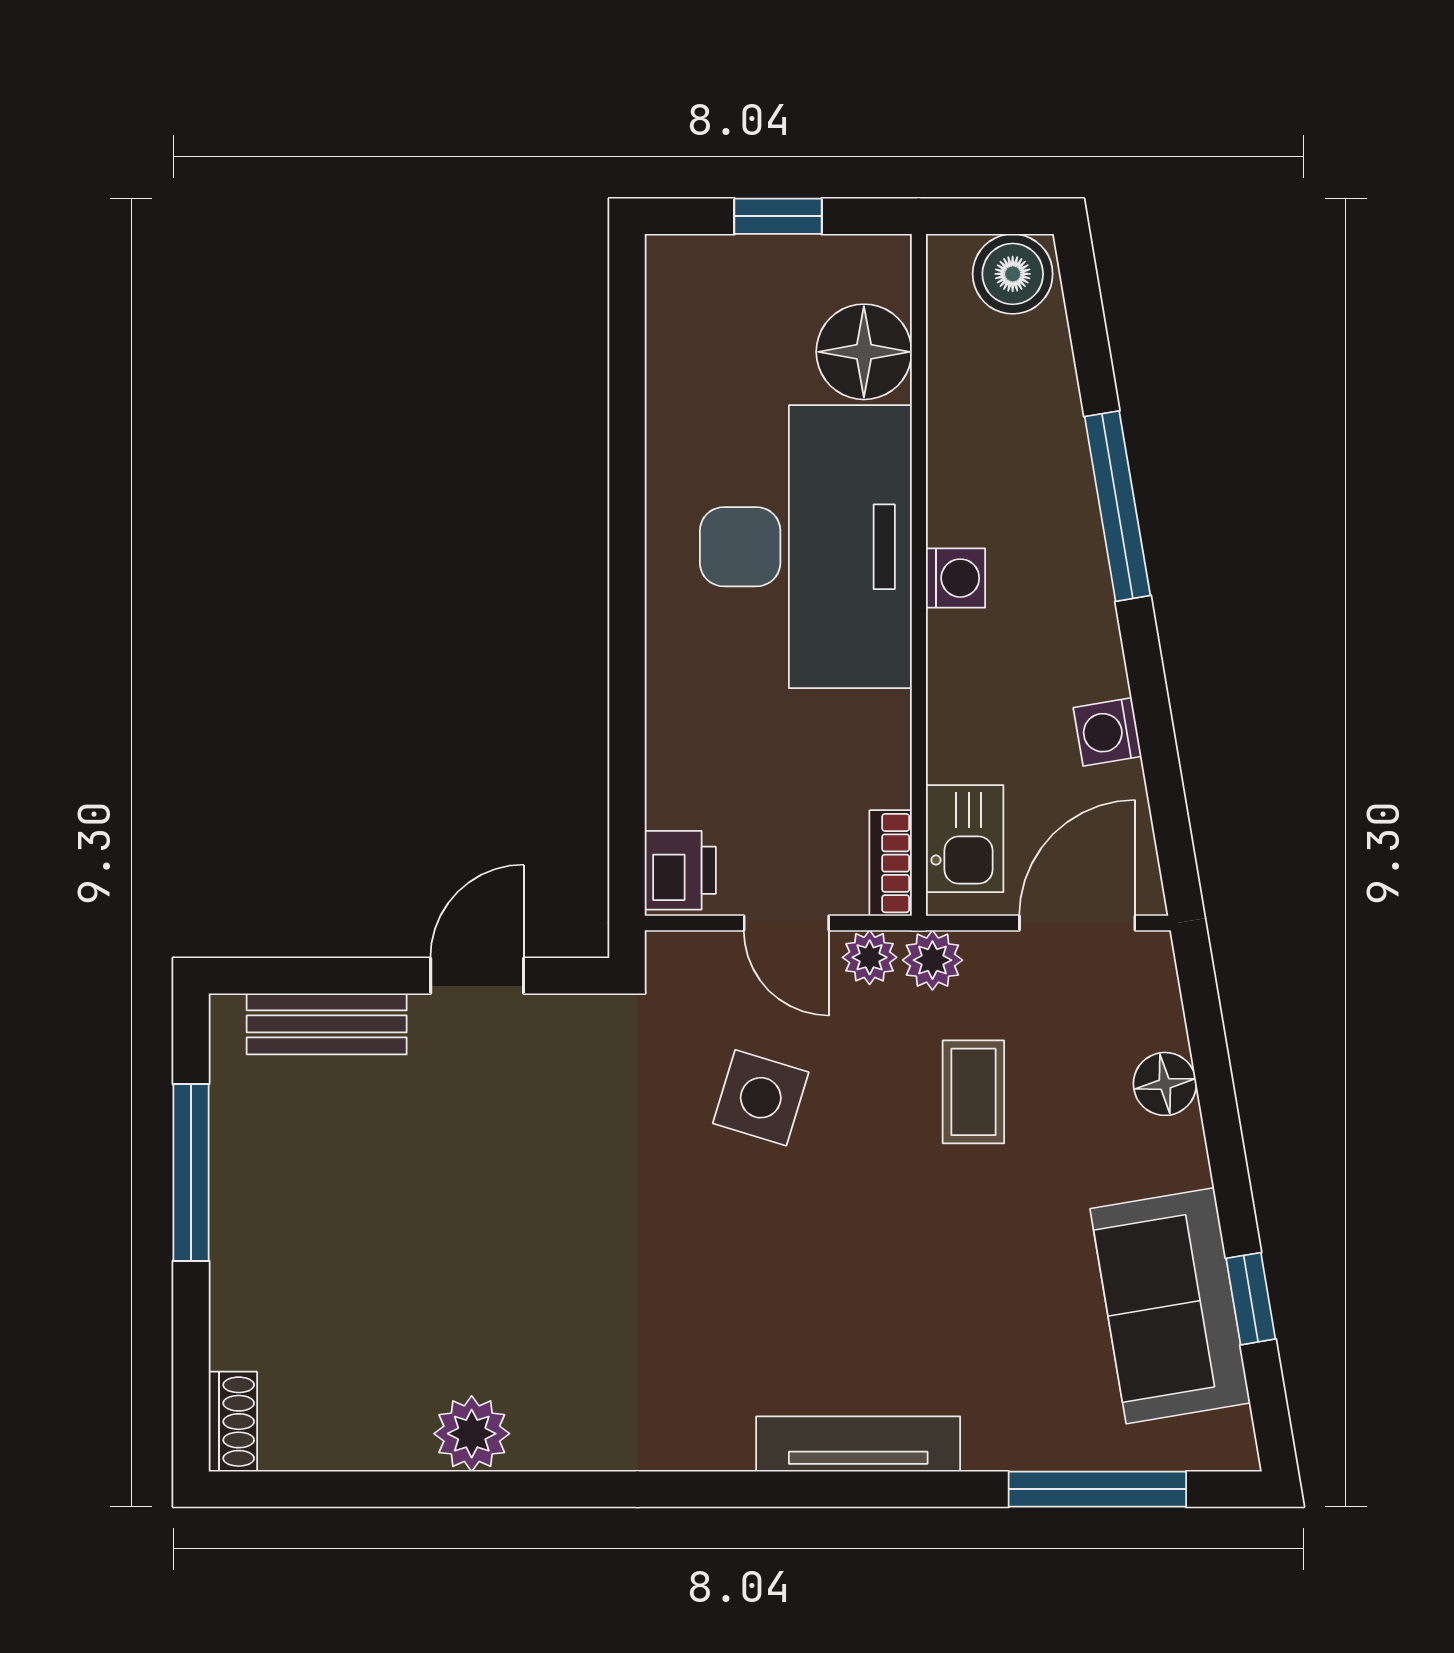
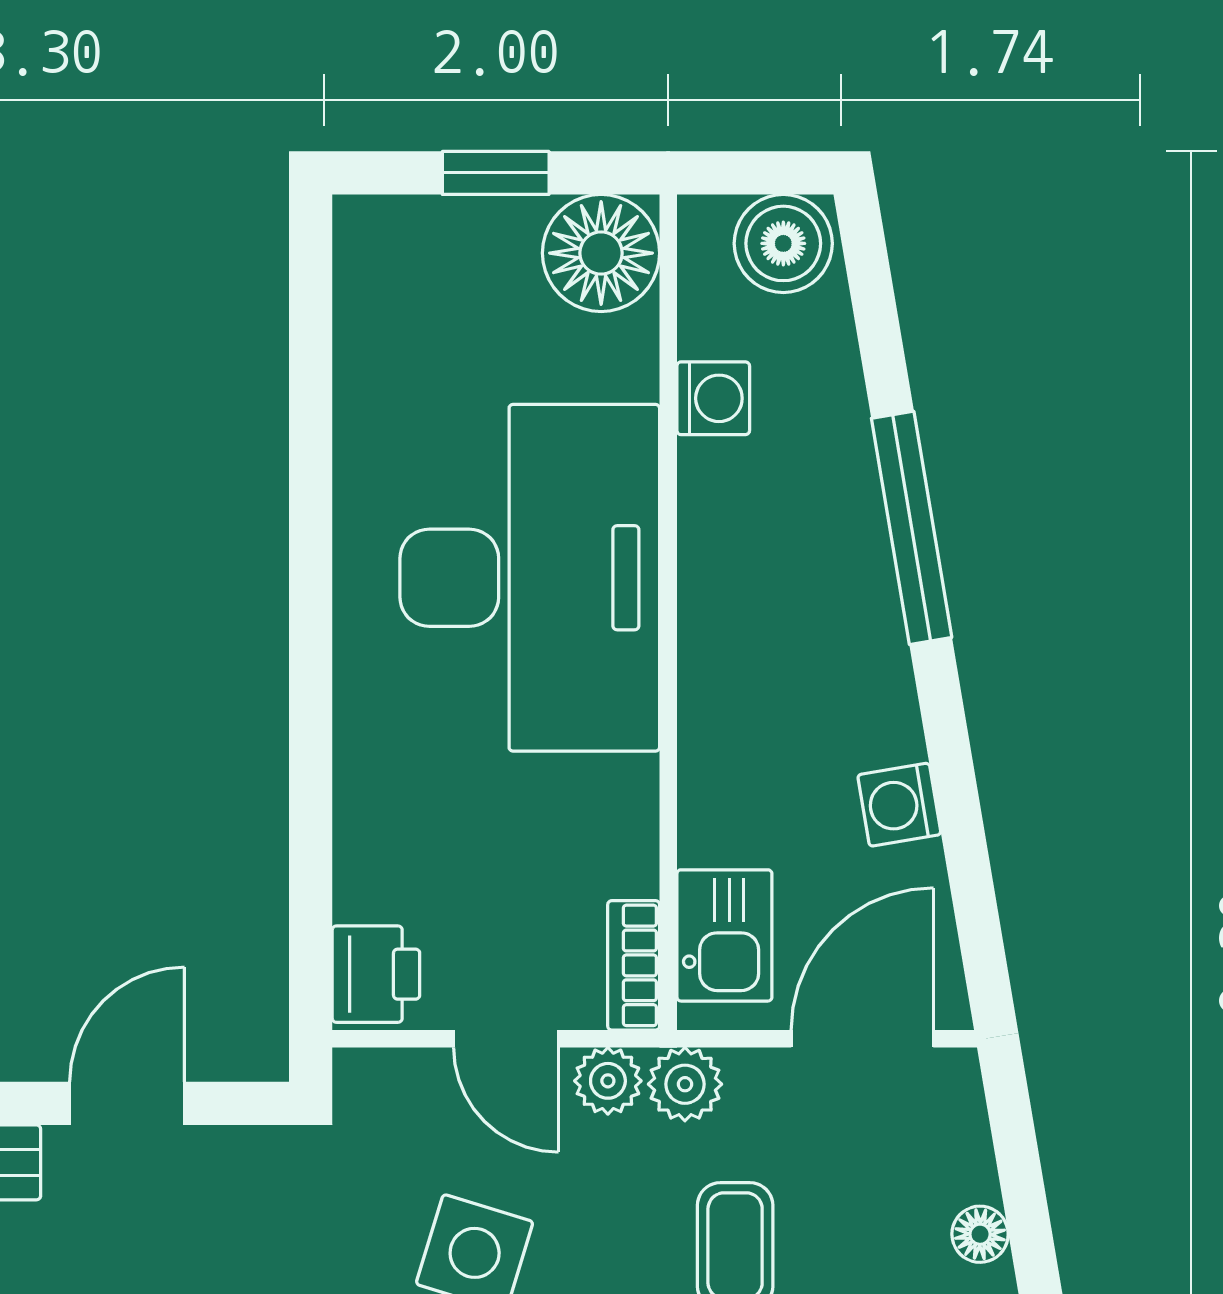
floor lamp: (864, 352) -> (601, 253), moved
washing machine: (955, 578) -> (713, 398), moved
floor lamp: (1165, 1084) -> (980, 1234), width x0.73, depth x0.73

